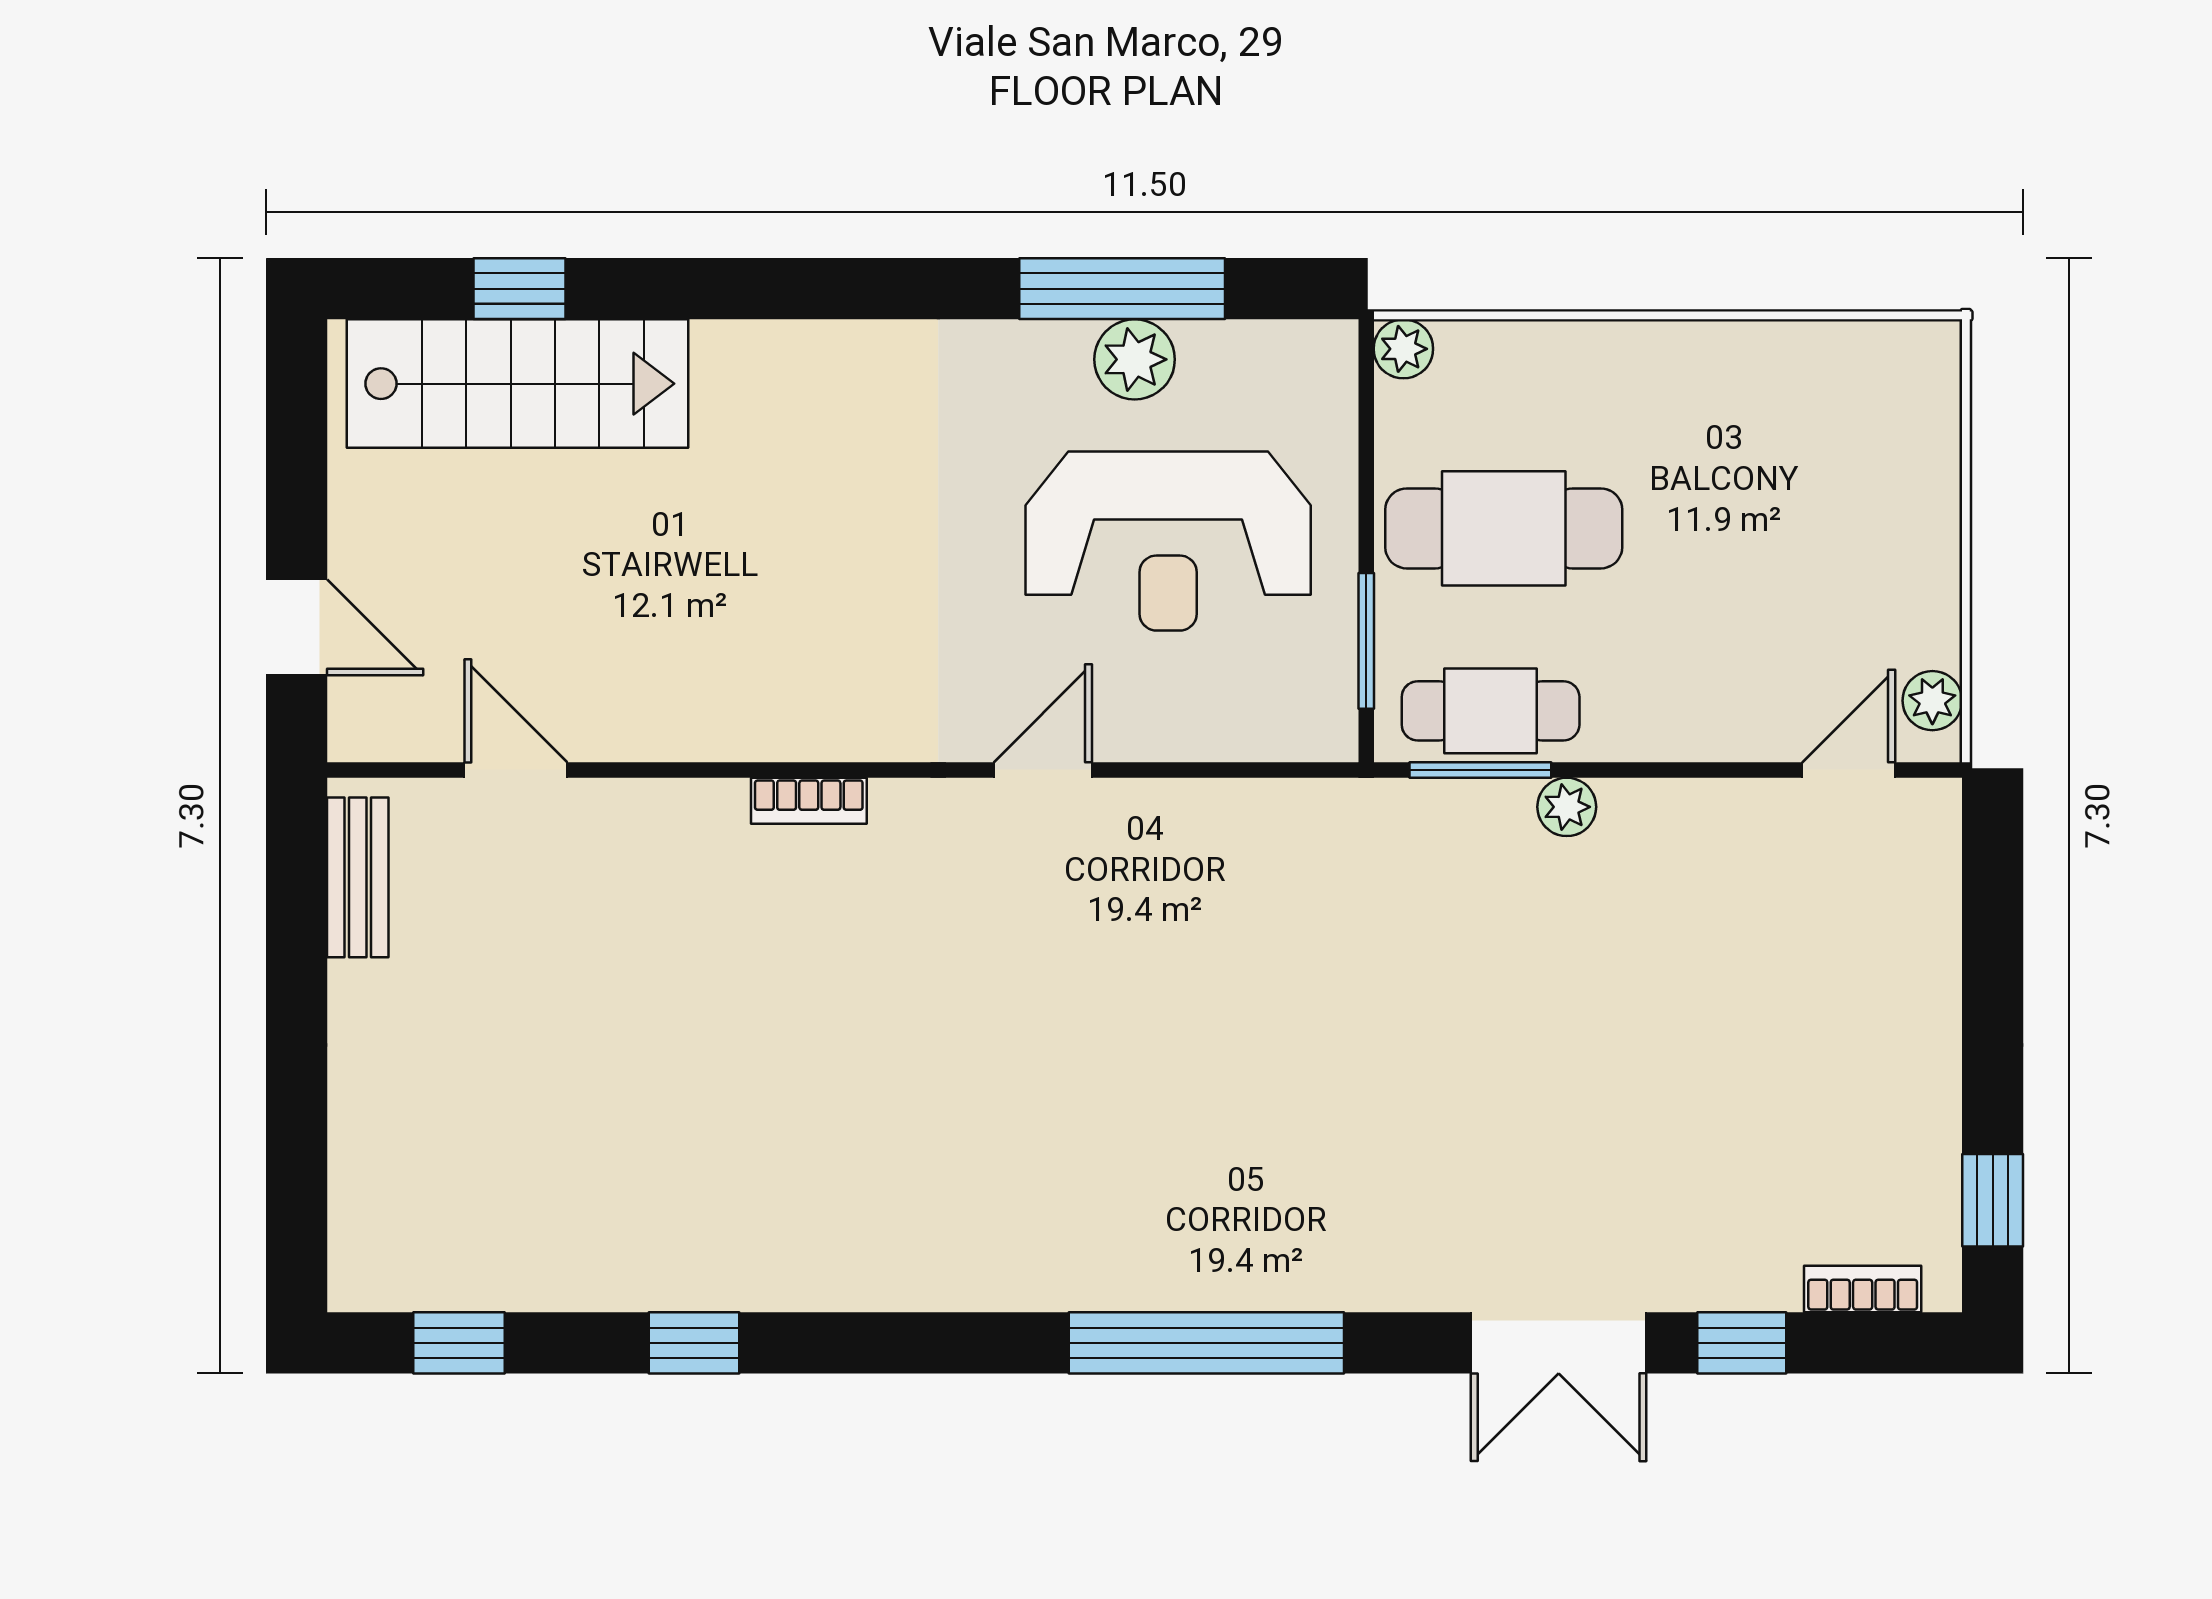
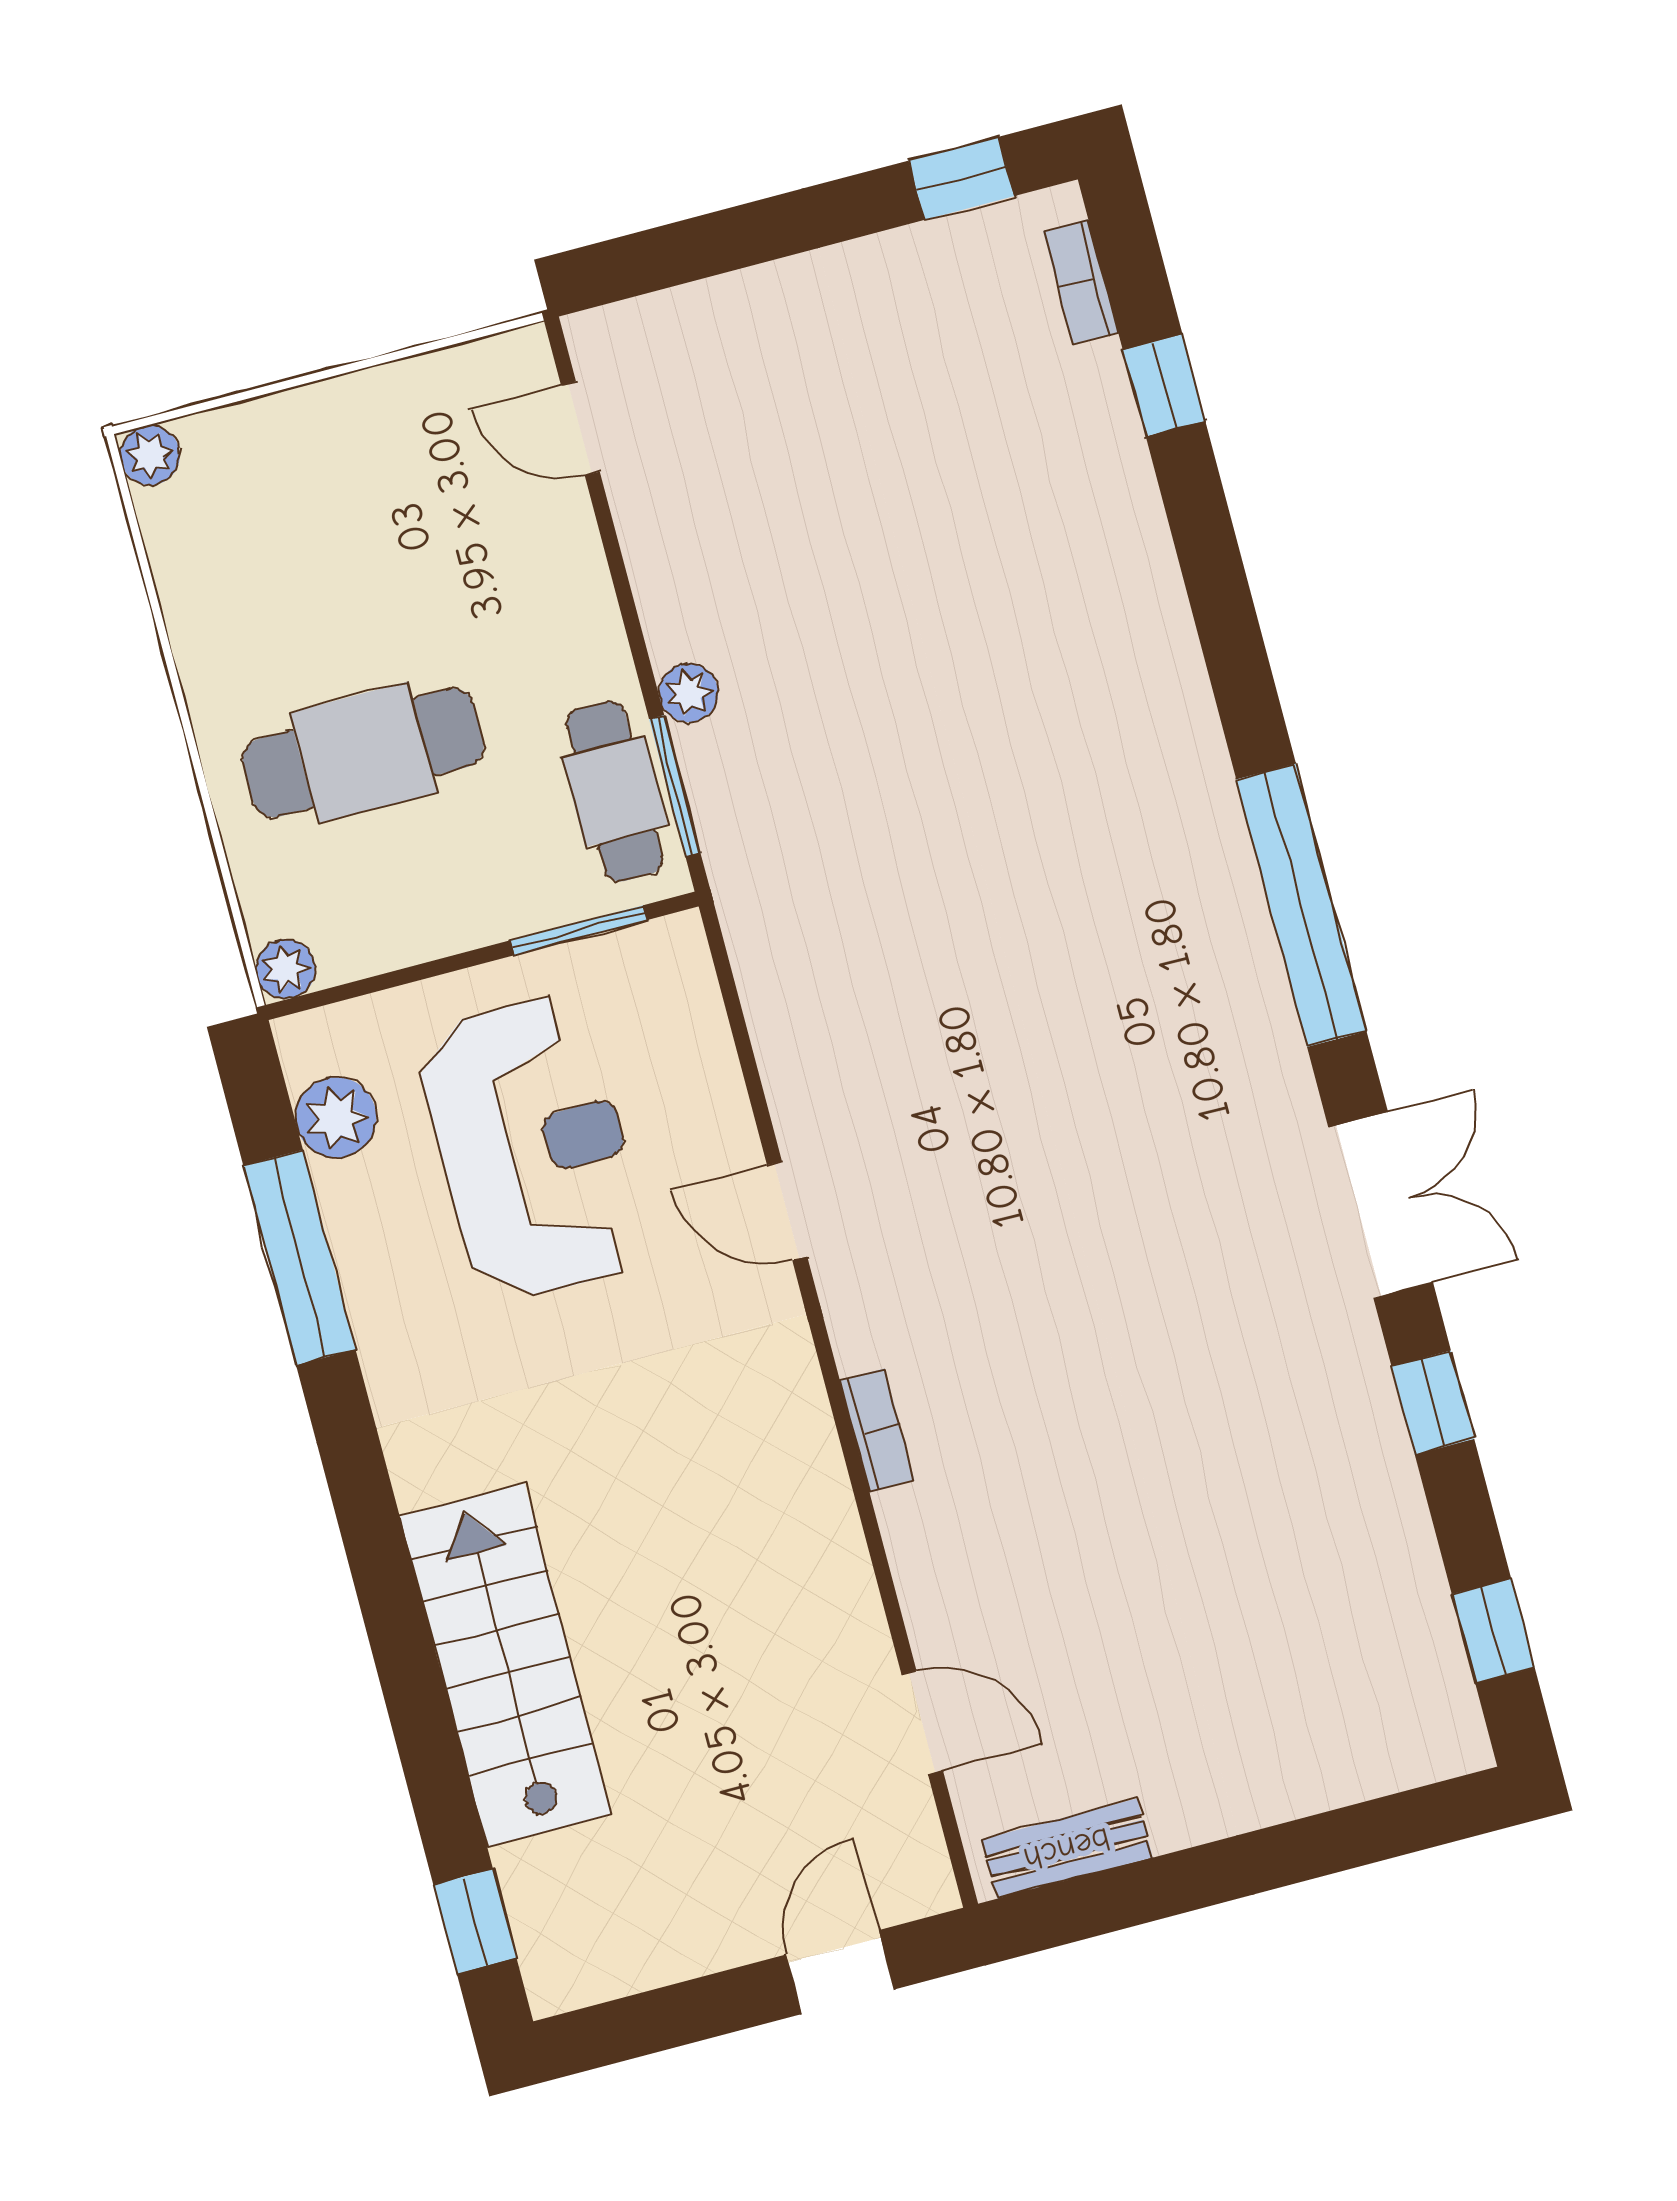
window: (520, 289) -> (475, 1921), moved
plant: (1135, 359) -> (336, 1118), moved
stairs: (518, 384) -> (506, 1666), moved
cafe table: (1504, 528) -> (363, 753), moved, turned 90
plant: (1932, 701) -> (150, 455), moved
door: (516, 770) -> (922, 1723), swing flipped
double door: (1559, 1343) -> (1381, 1205), moved

